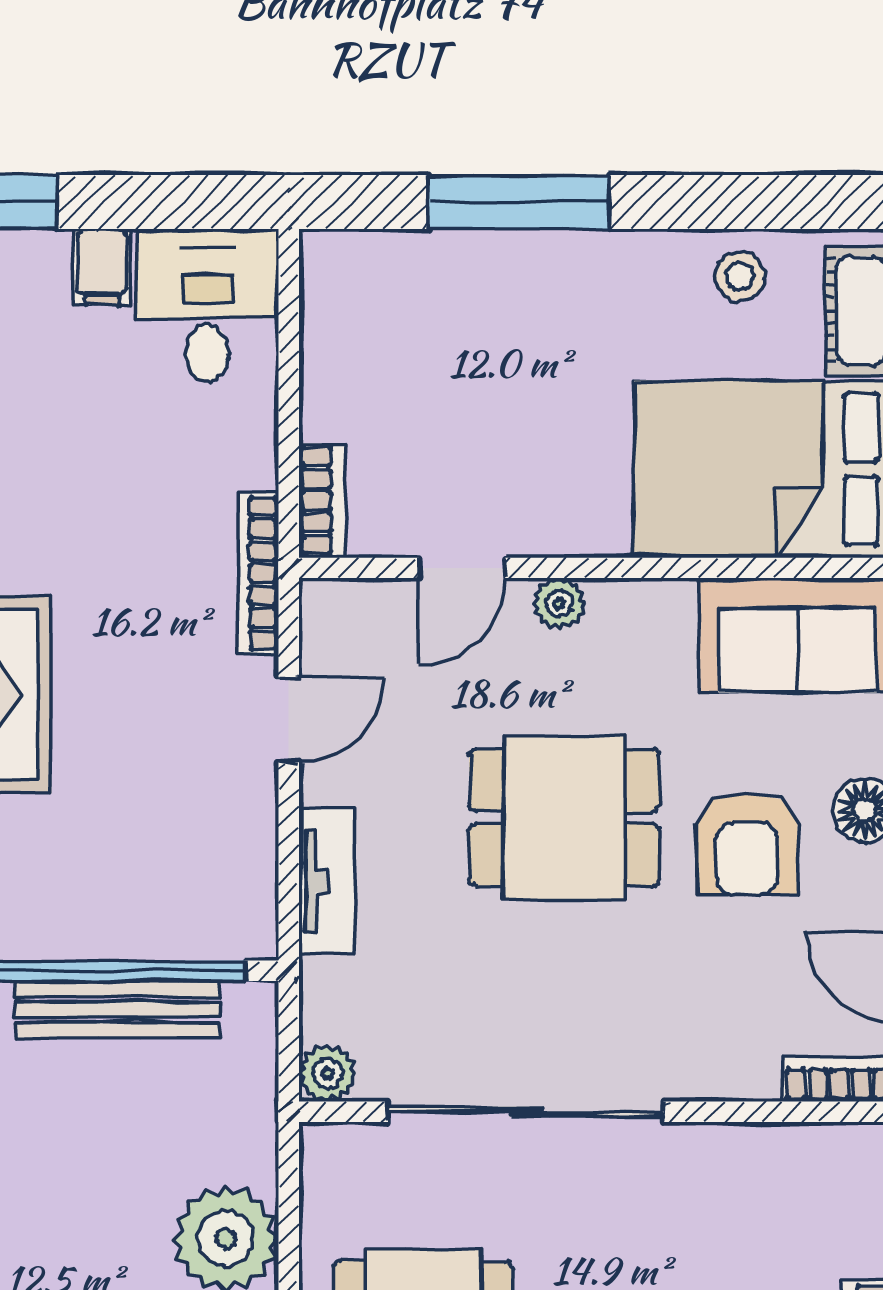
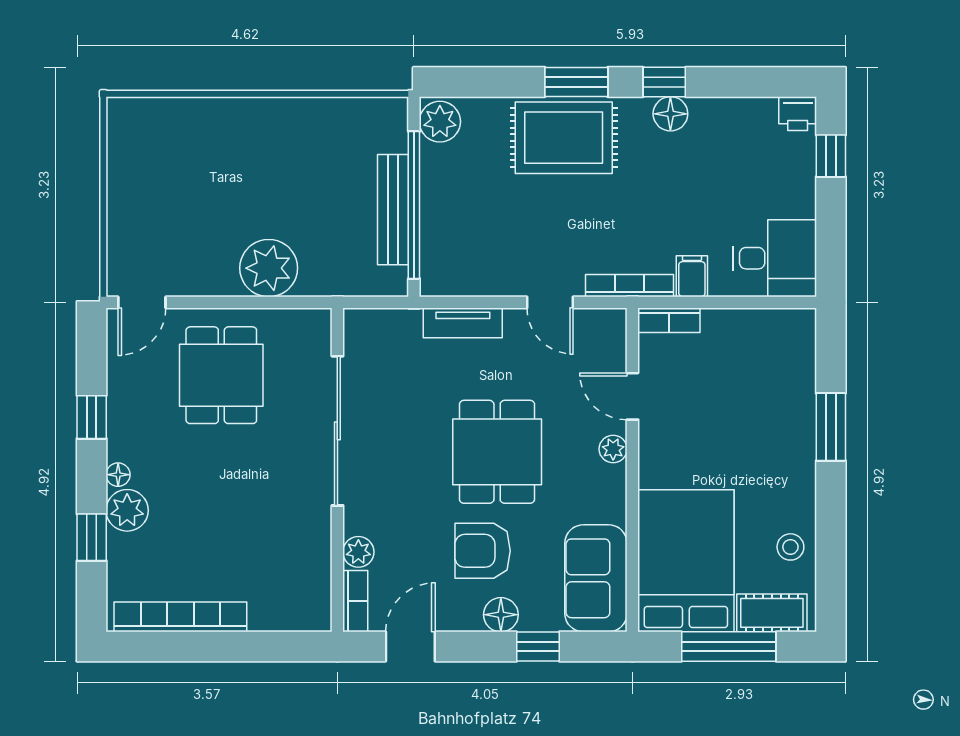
window: (518, 202) -> (831, 427), width x0.69
filing cabinet: (102, 267) -> (692, 276), moved, turned 90
plant: (327, 1073) -> (358, 552), moved

